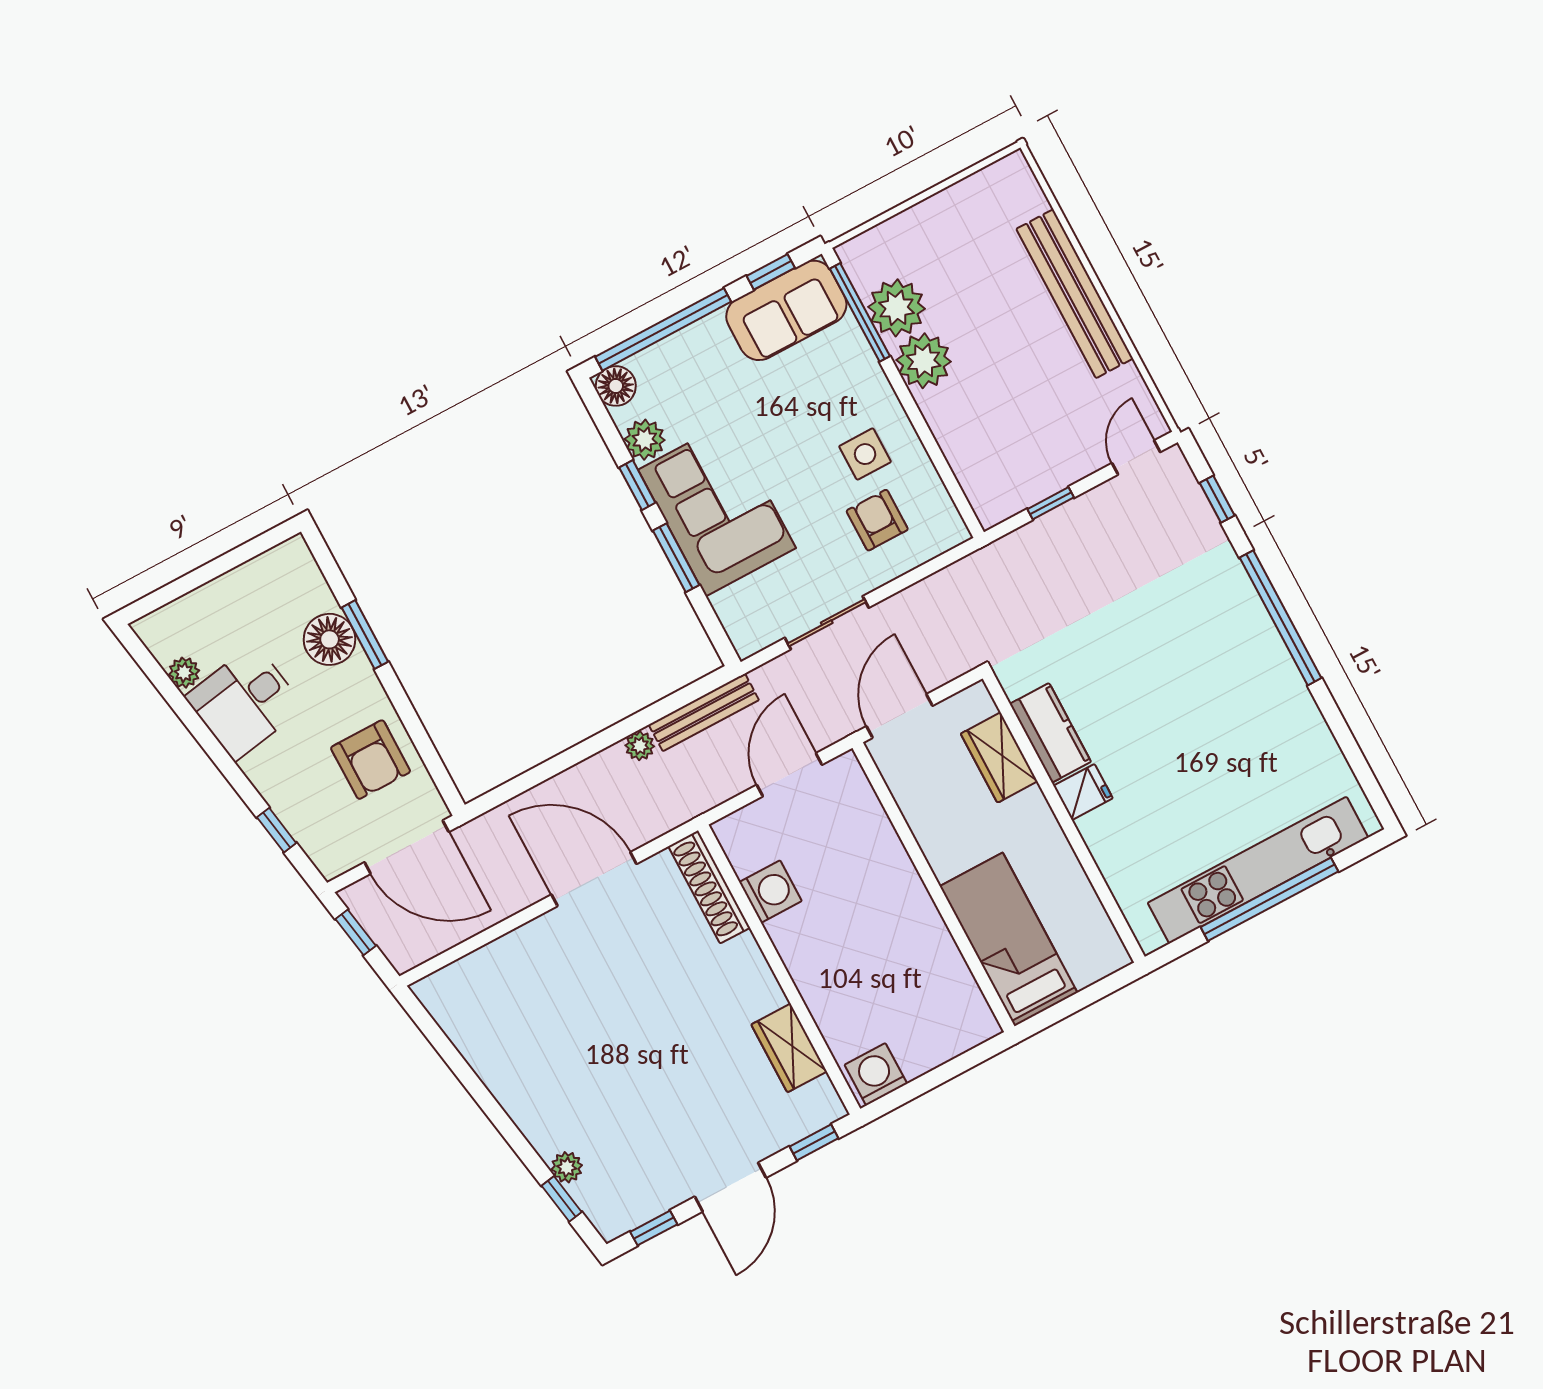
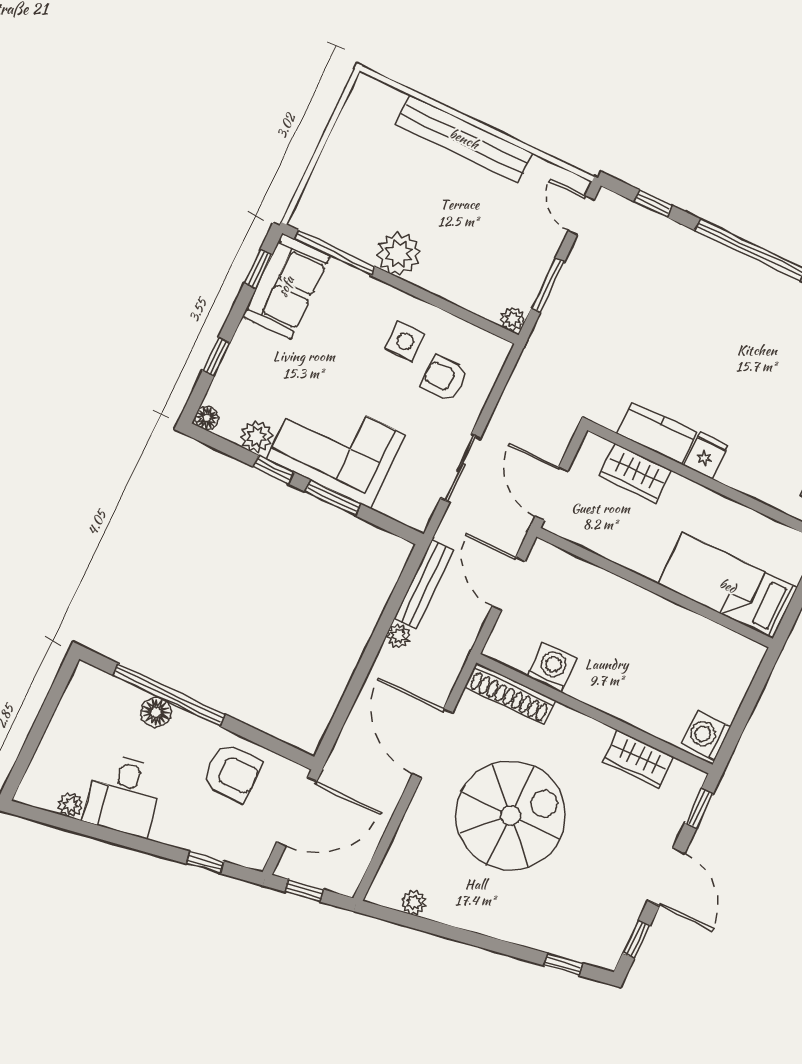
plant: (897, 308) -> (513, 319), moved, width x0.53, depth x0.53
window: (663, 329) -> (216, 357), width x0.32
floor lamp: (616, 386) -> (207, 418), width x0.73, depth x0.73
window: (1051, 503) -> (548, 285), width x1.50
window: (365, 635) -> (169, 695), width x2.11
floor lamp: (330, 639) -> (156, 712), width x0.73, depth x0.73
door: (594, 879) -> (432, 743), hinge flipped
spiral stairs: (619, 1010) -> (511, 815), added
plant: (567, 1167) -> (414, 902), moved

